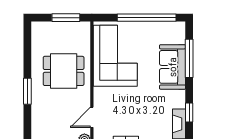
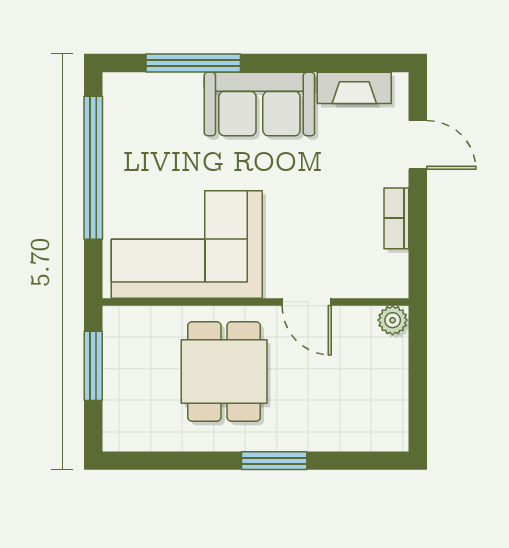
sofa: (173, 67) -> (259, 104), moved
window: (189, 112) -> (326, 63), removed
door: (92, 117) -> (307, 302), moved

